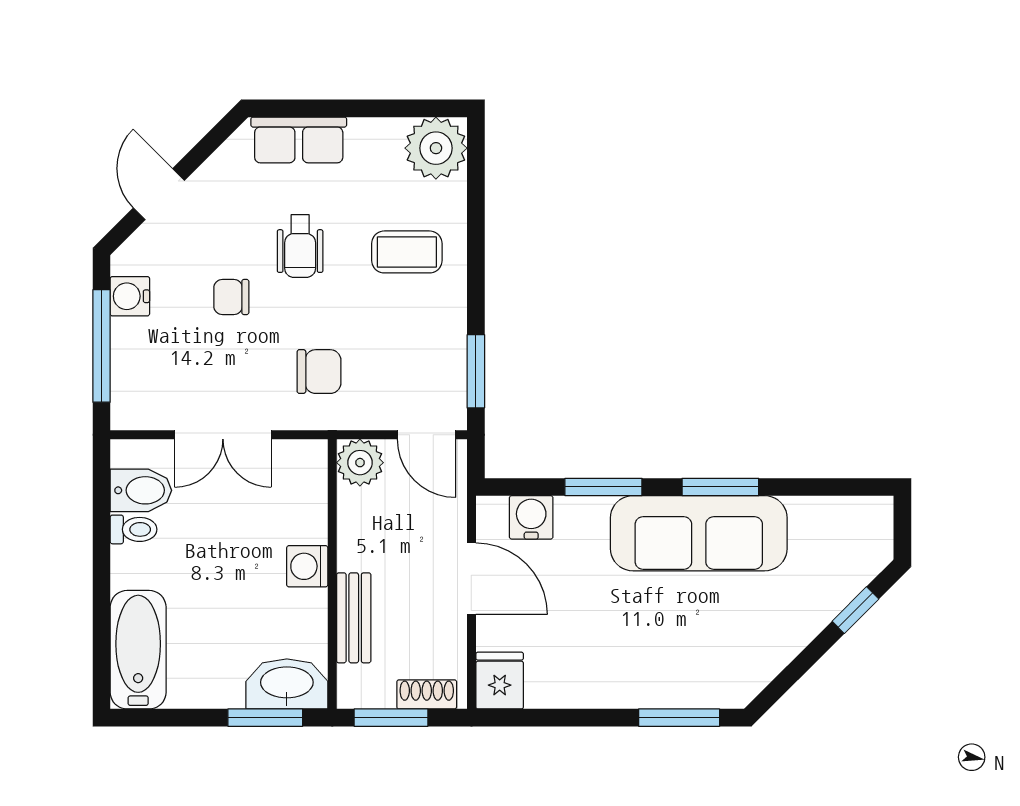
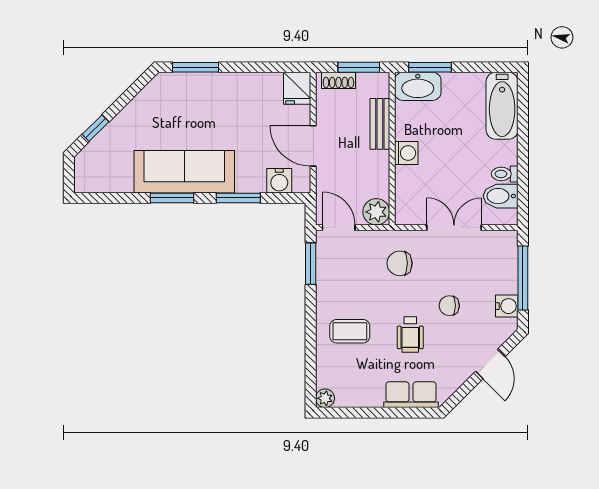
plant: (436, 148) -> (325, 398), width x0.53, depth x0.53
wheelchair: (300, 246) -> (410, 335), turned 180
chair: (231, 297) -> (449, 306), turned 180

